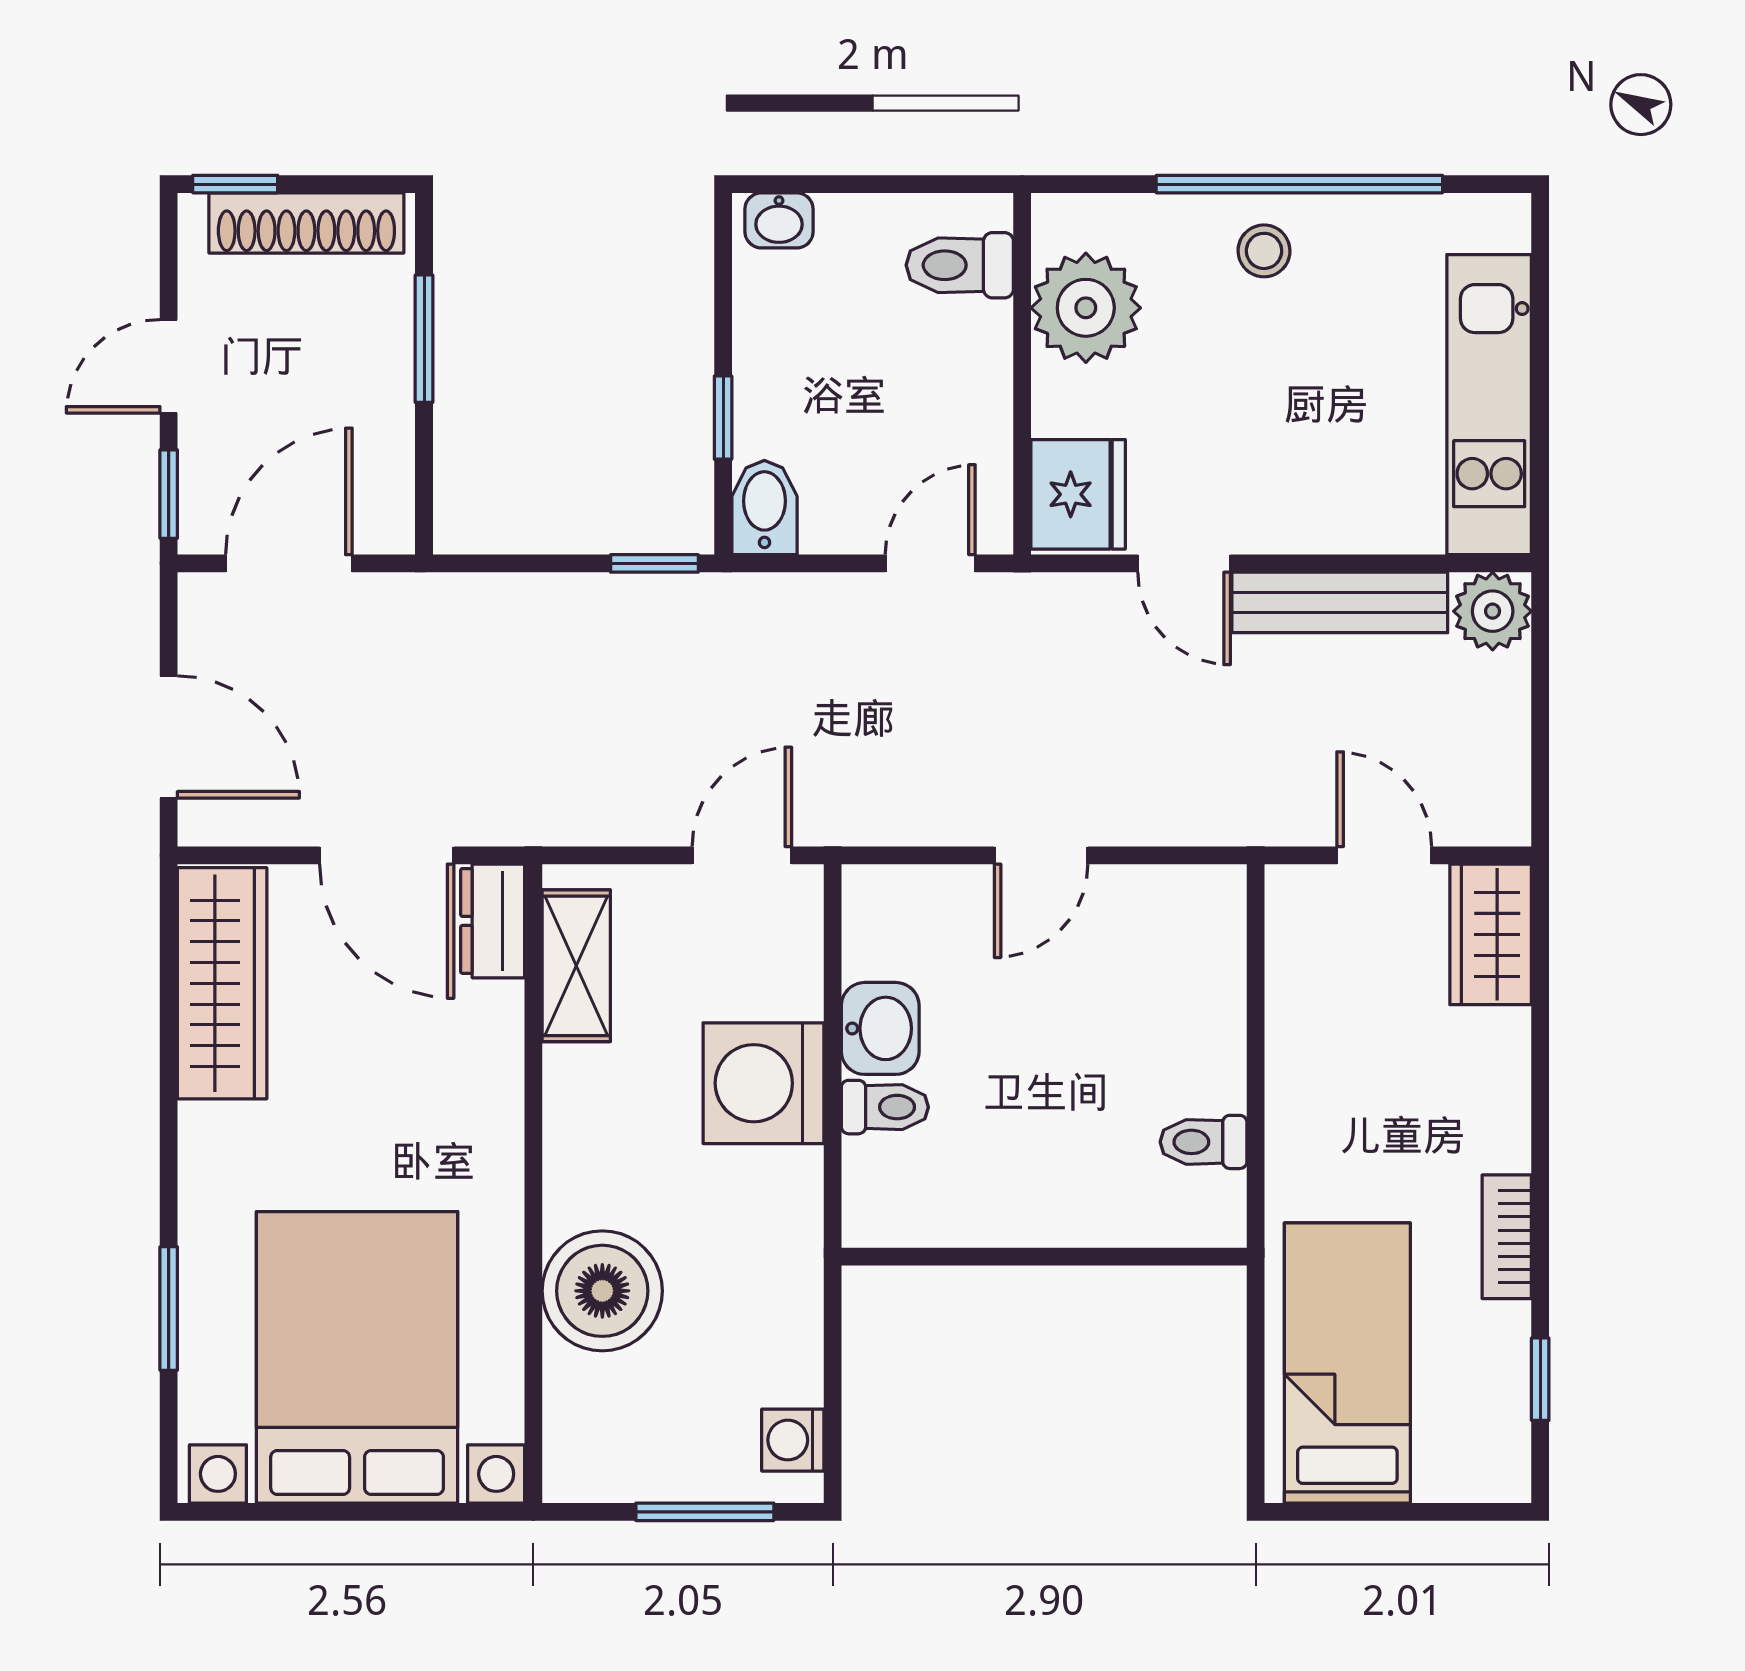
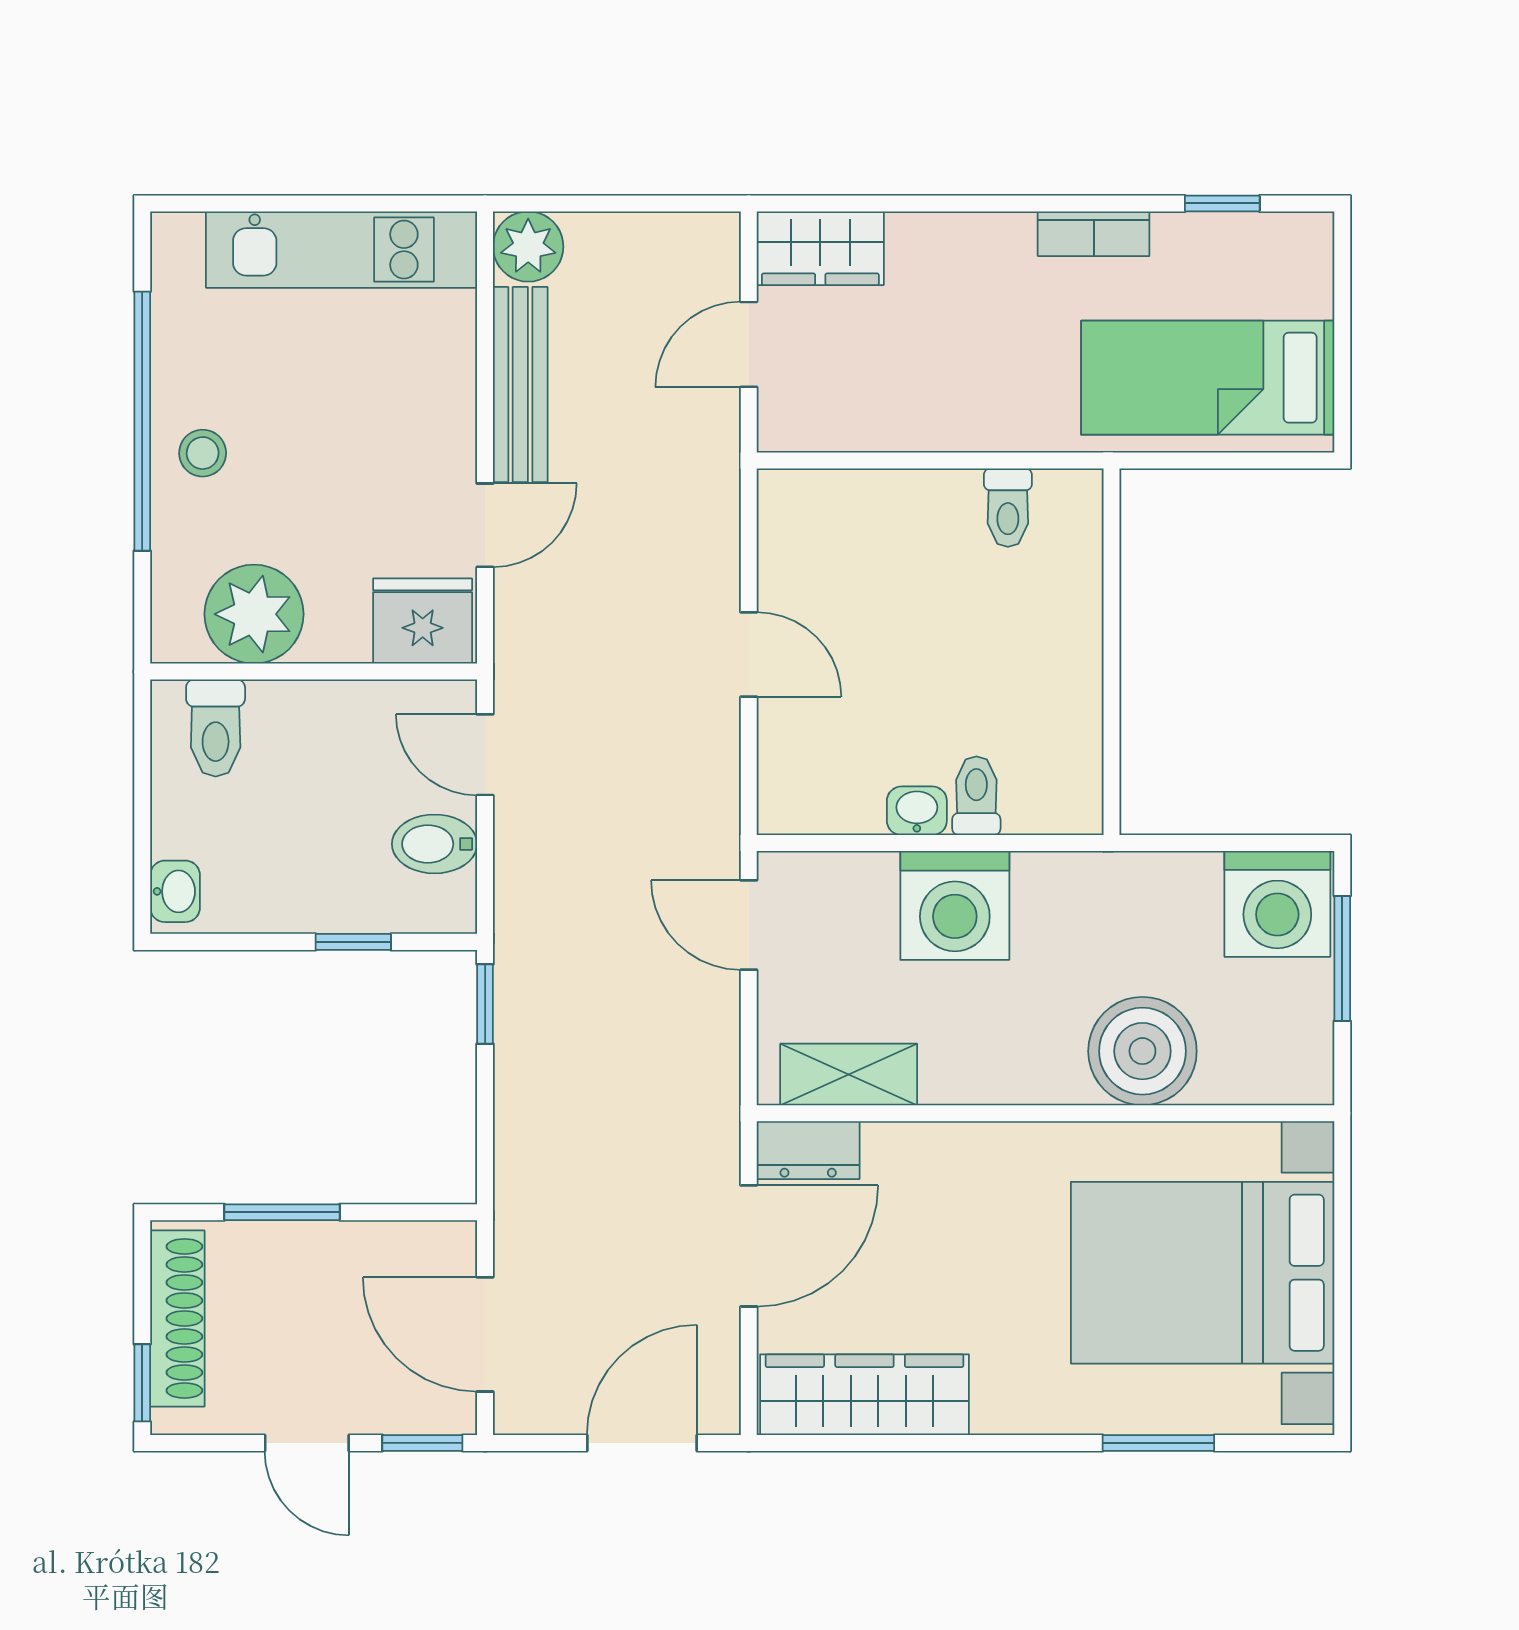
bidet: (764, 508) -> (435, 844), moved
washbasin: (880, 1028) -> (917, 811), width x0.72, depth x0.69
washing machine: (793, 1440) -> (1277, 904), width x1.89, depth x1.89

